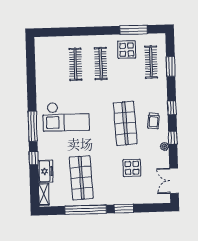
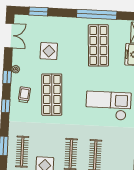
window: (124, 209) -> (38, 11), moved

